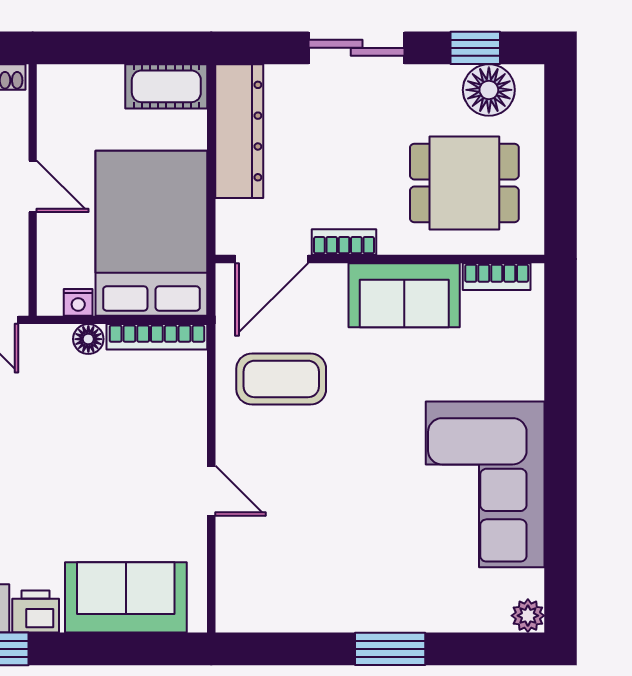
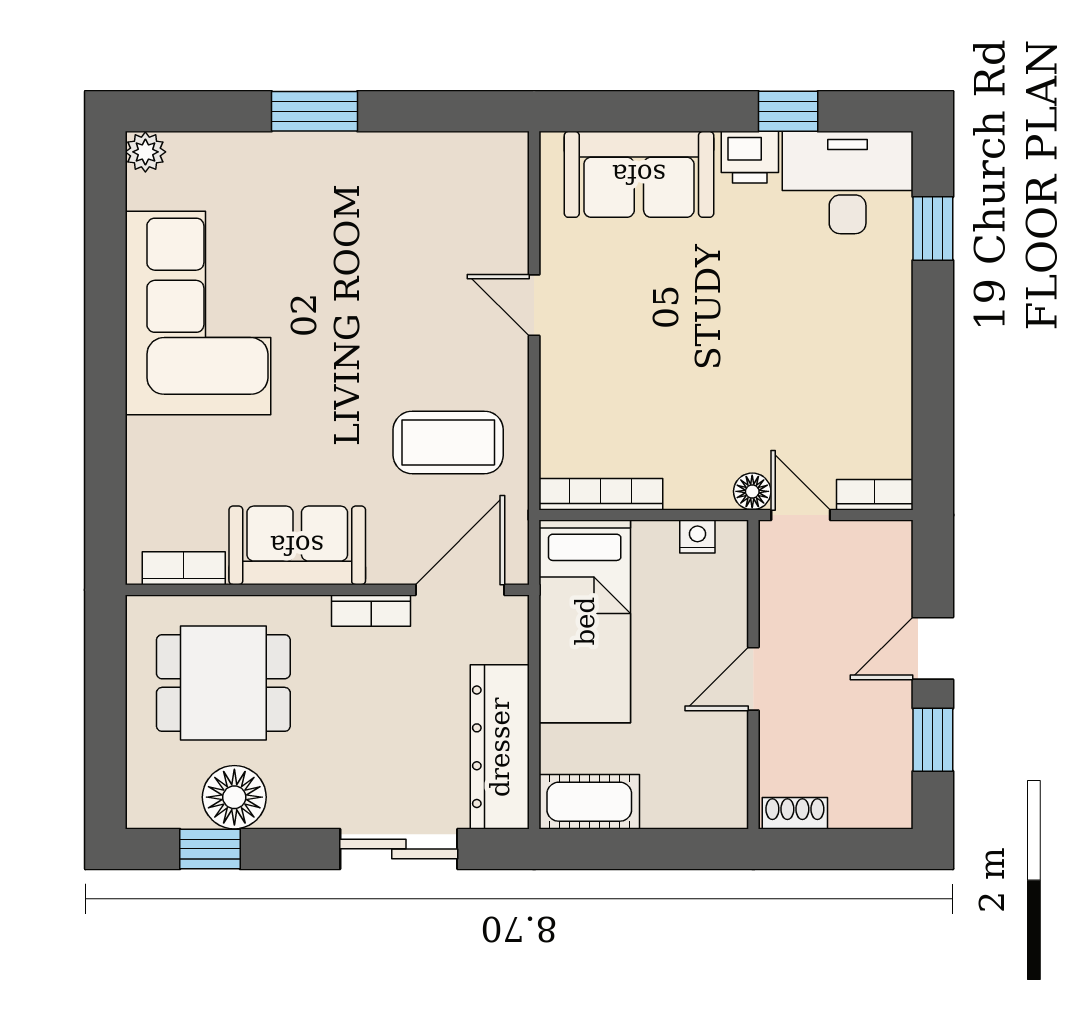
sliding door: (357, 48) -> (399, 849), moved
floor lamp: (489, 90) -> (234, 797), moved
door: (33, 186) -> (753, 679), hinge flipped
bed: (151, 233) -> (585, 621), width x0.67
floor lamp: (88, 339) -> (752, 491), moved

